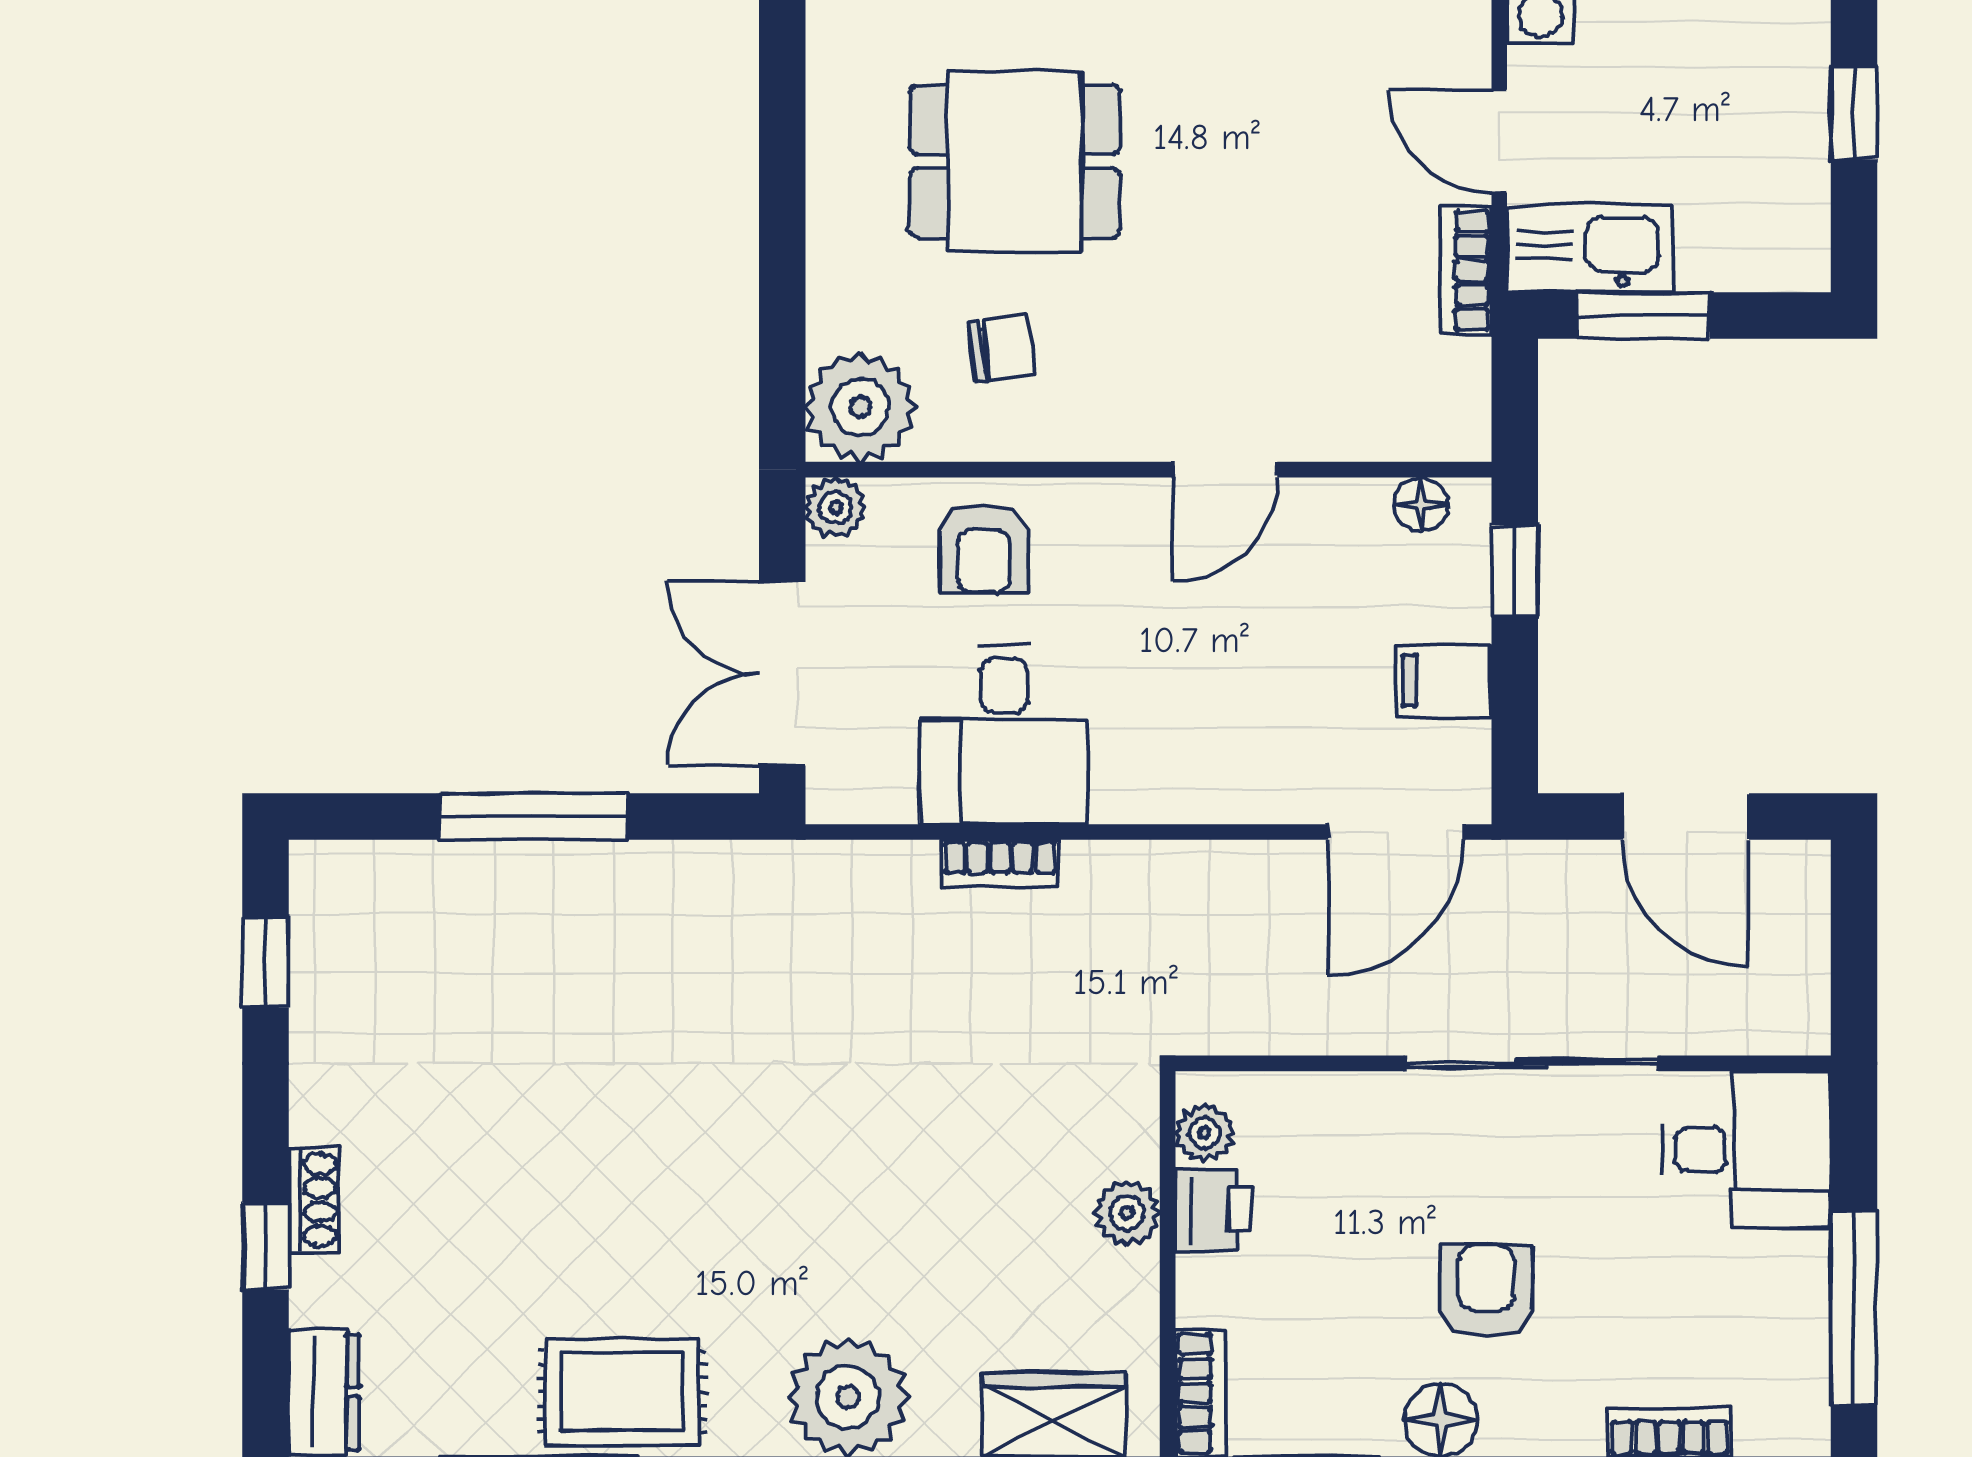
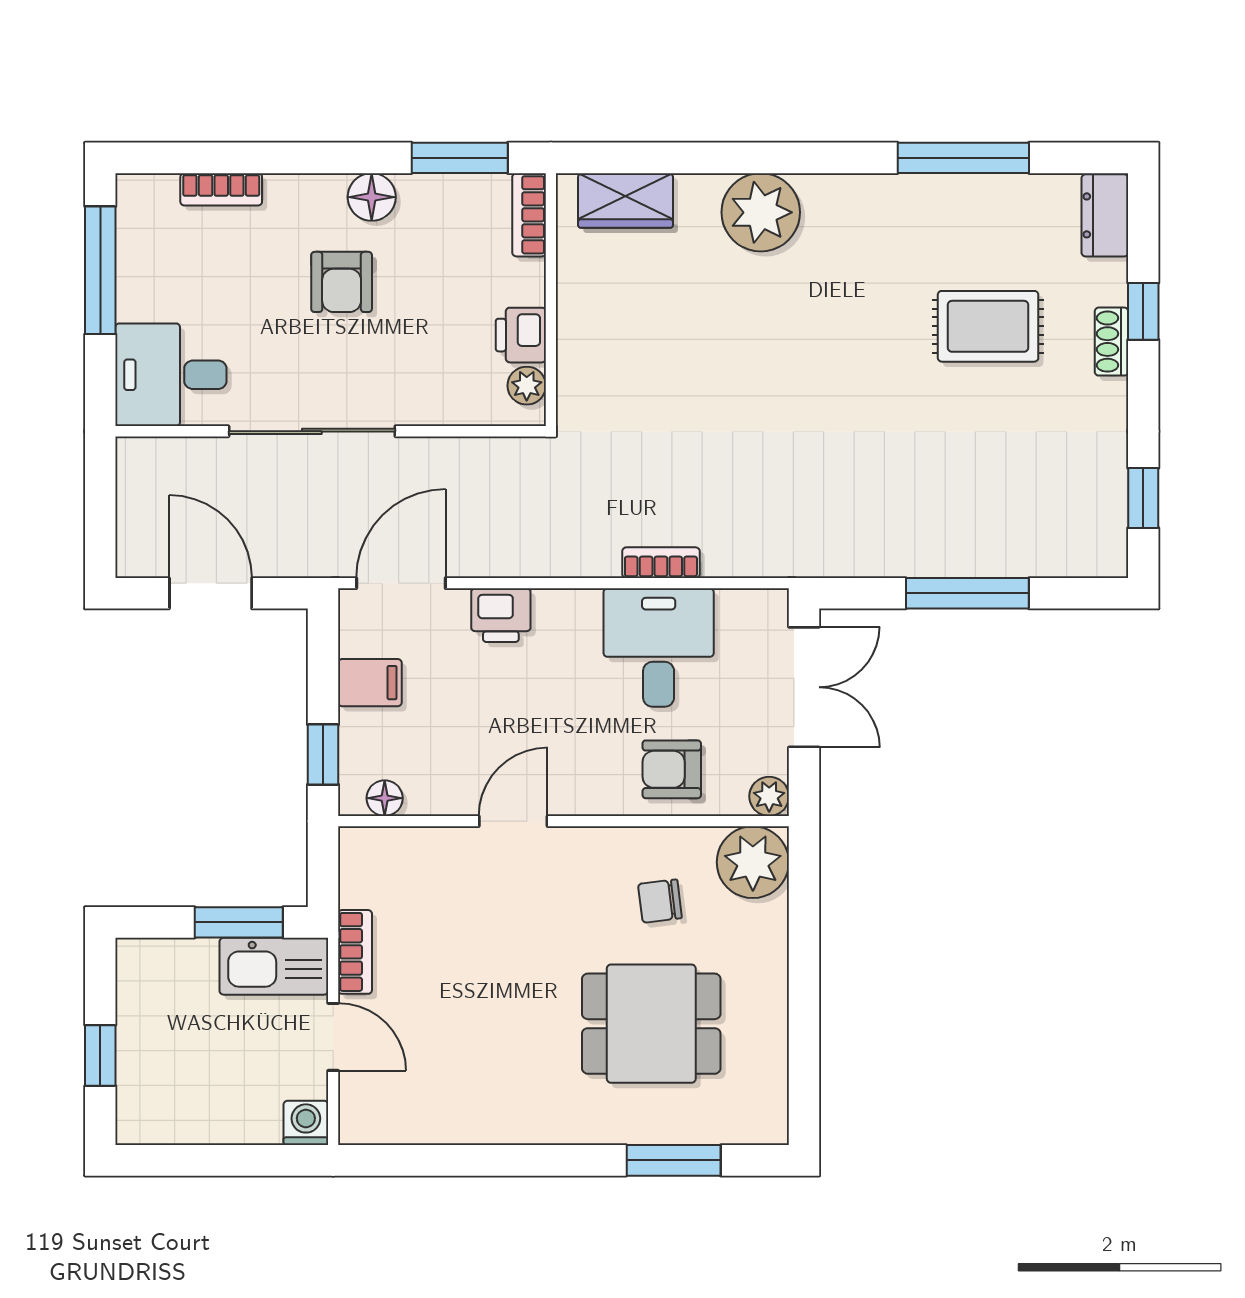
armchair: (984, 549) -> (672, 769), turned -90
printer: (1244, 783) -> (501, 615), added
plant: (1127, 1213) -> (578, 333), removed
rug: (622, 1392) -> (988, 326), moved

